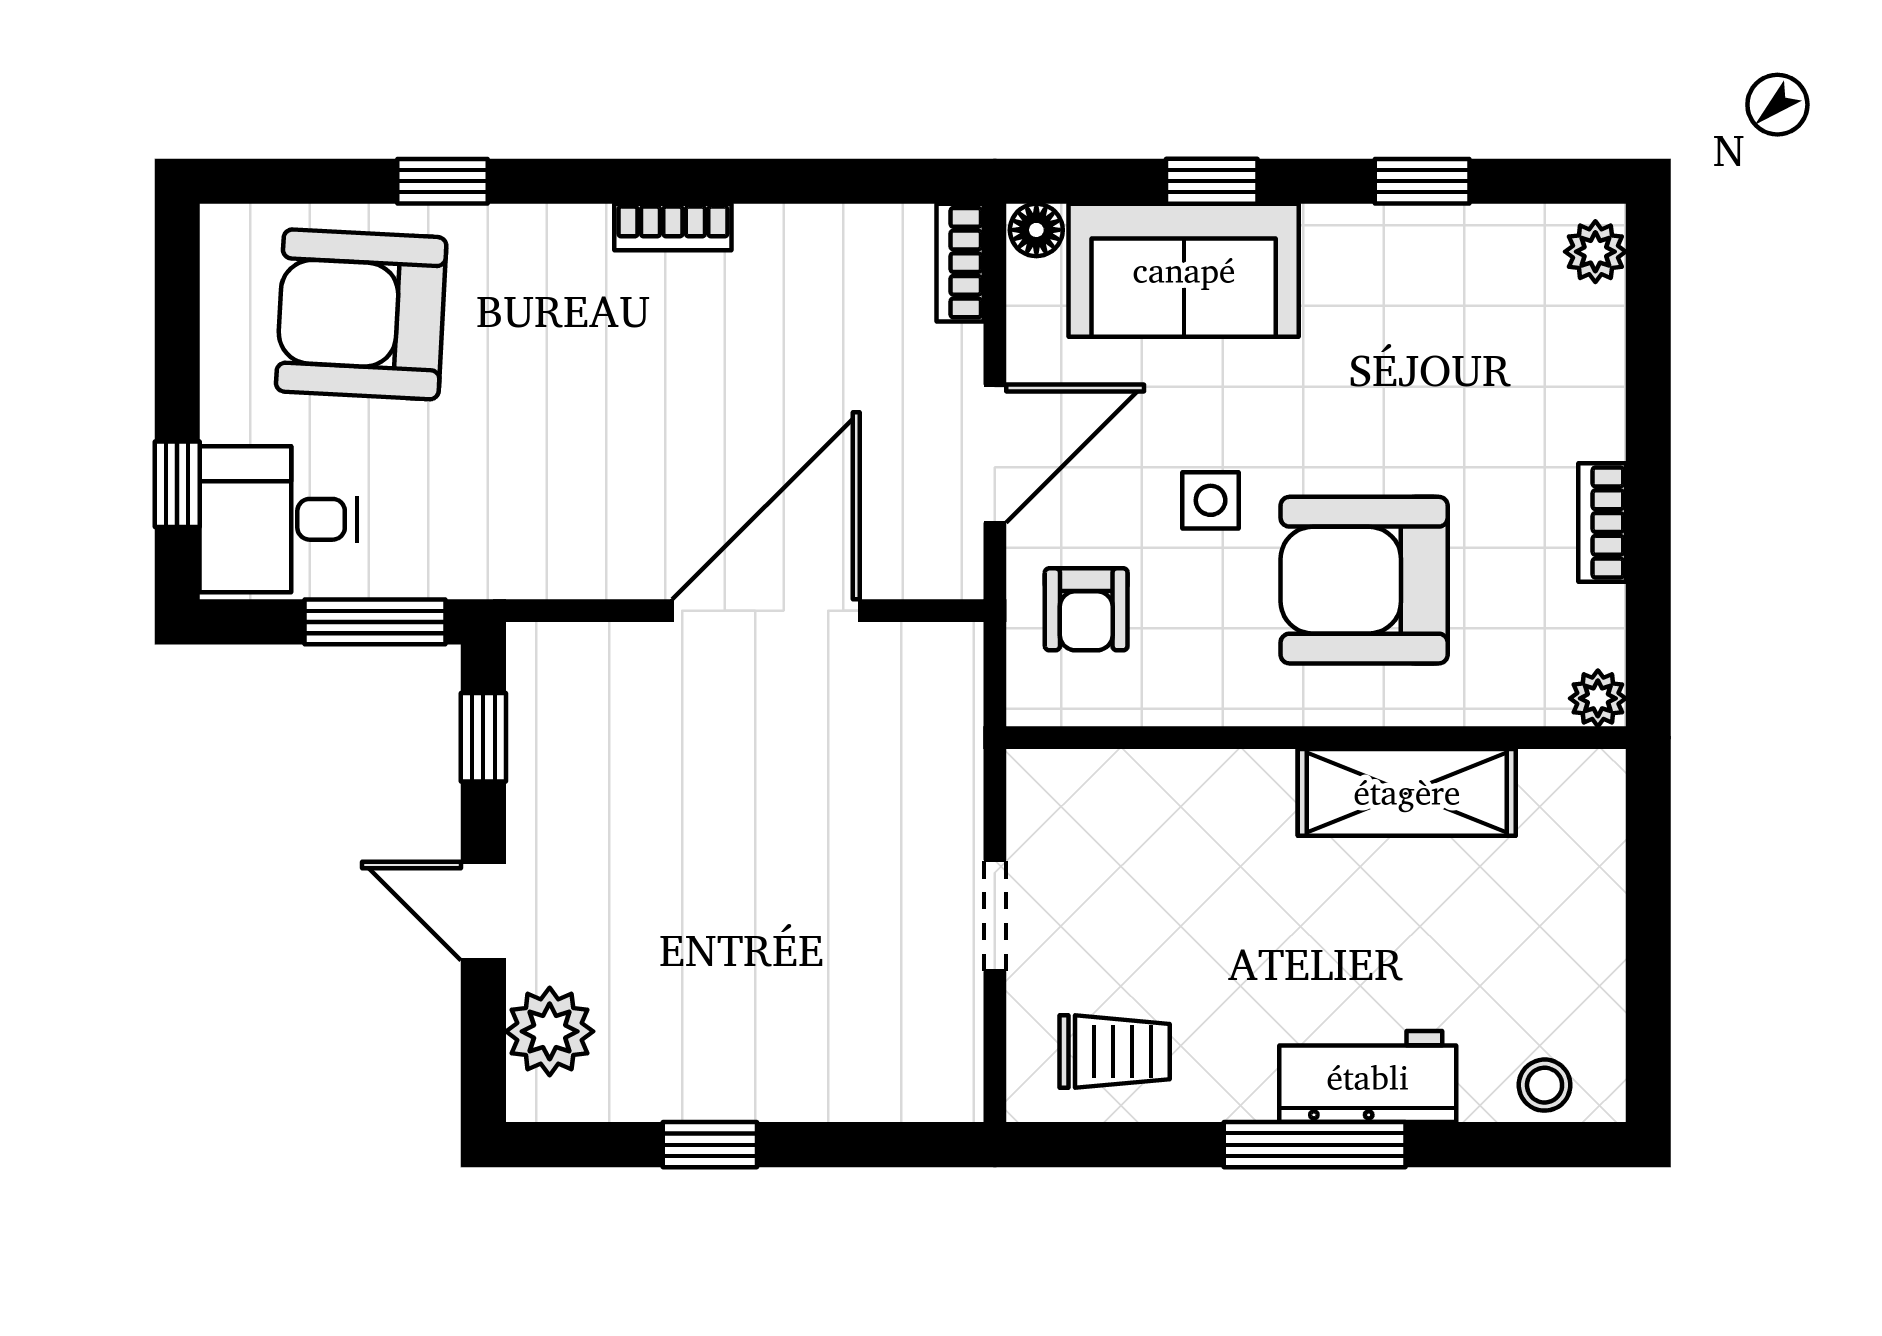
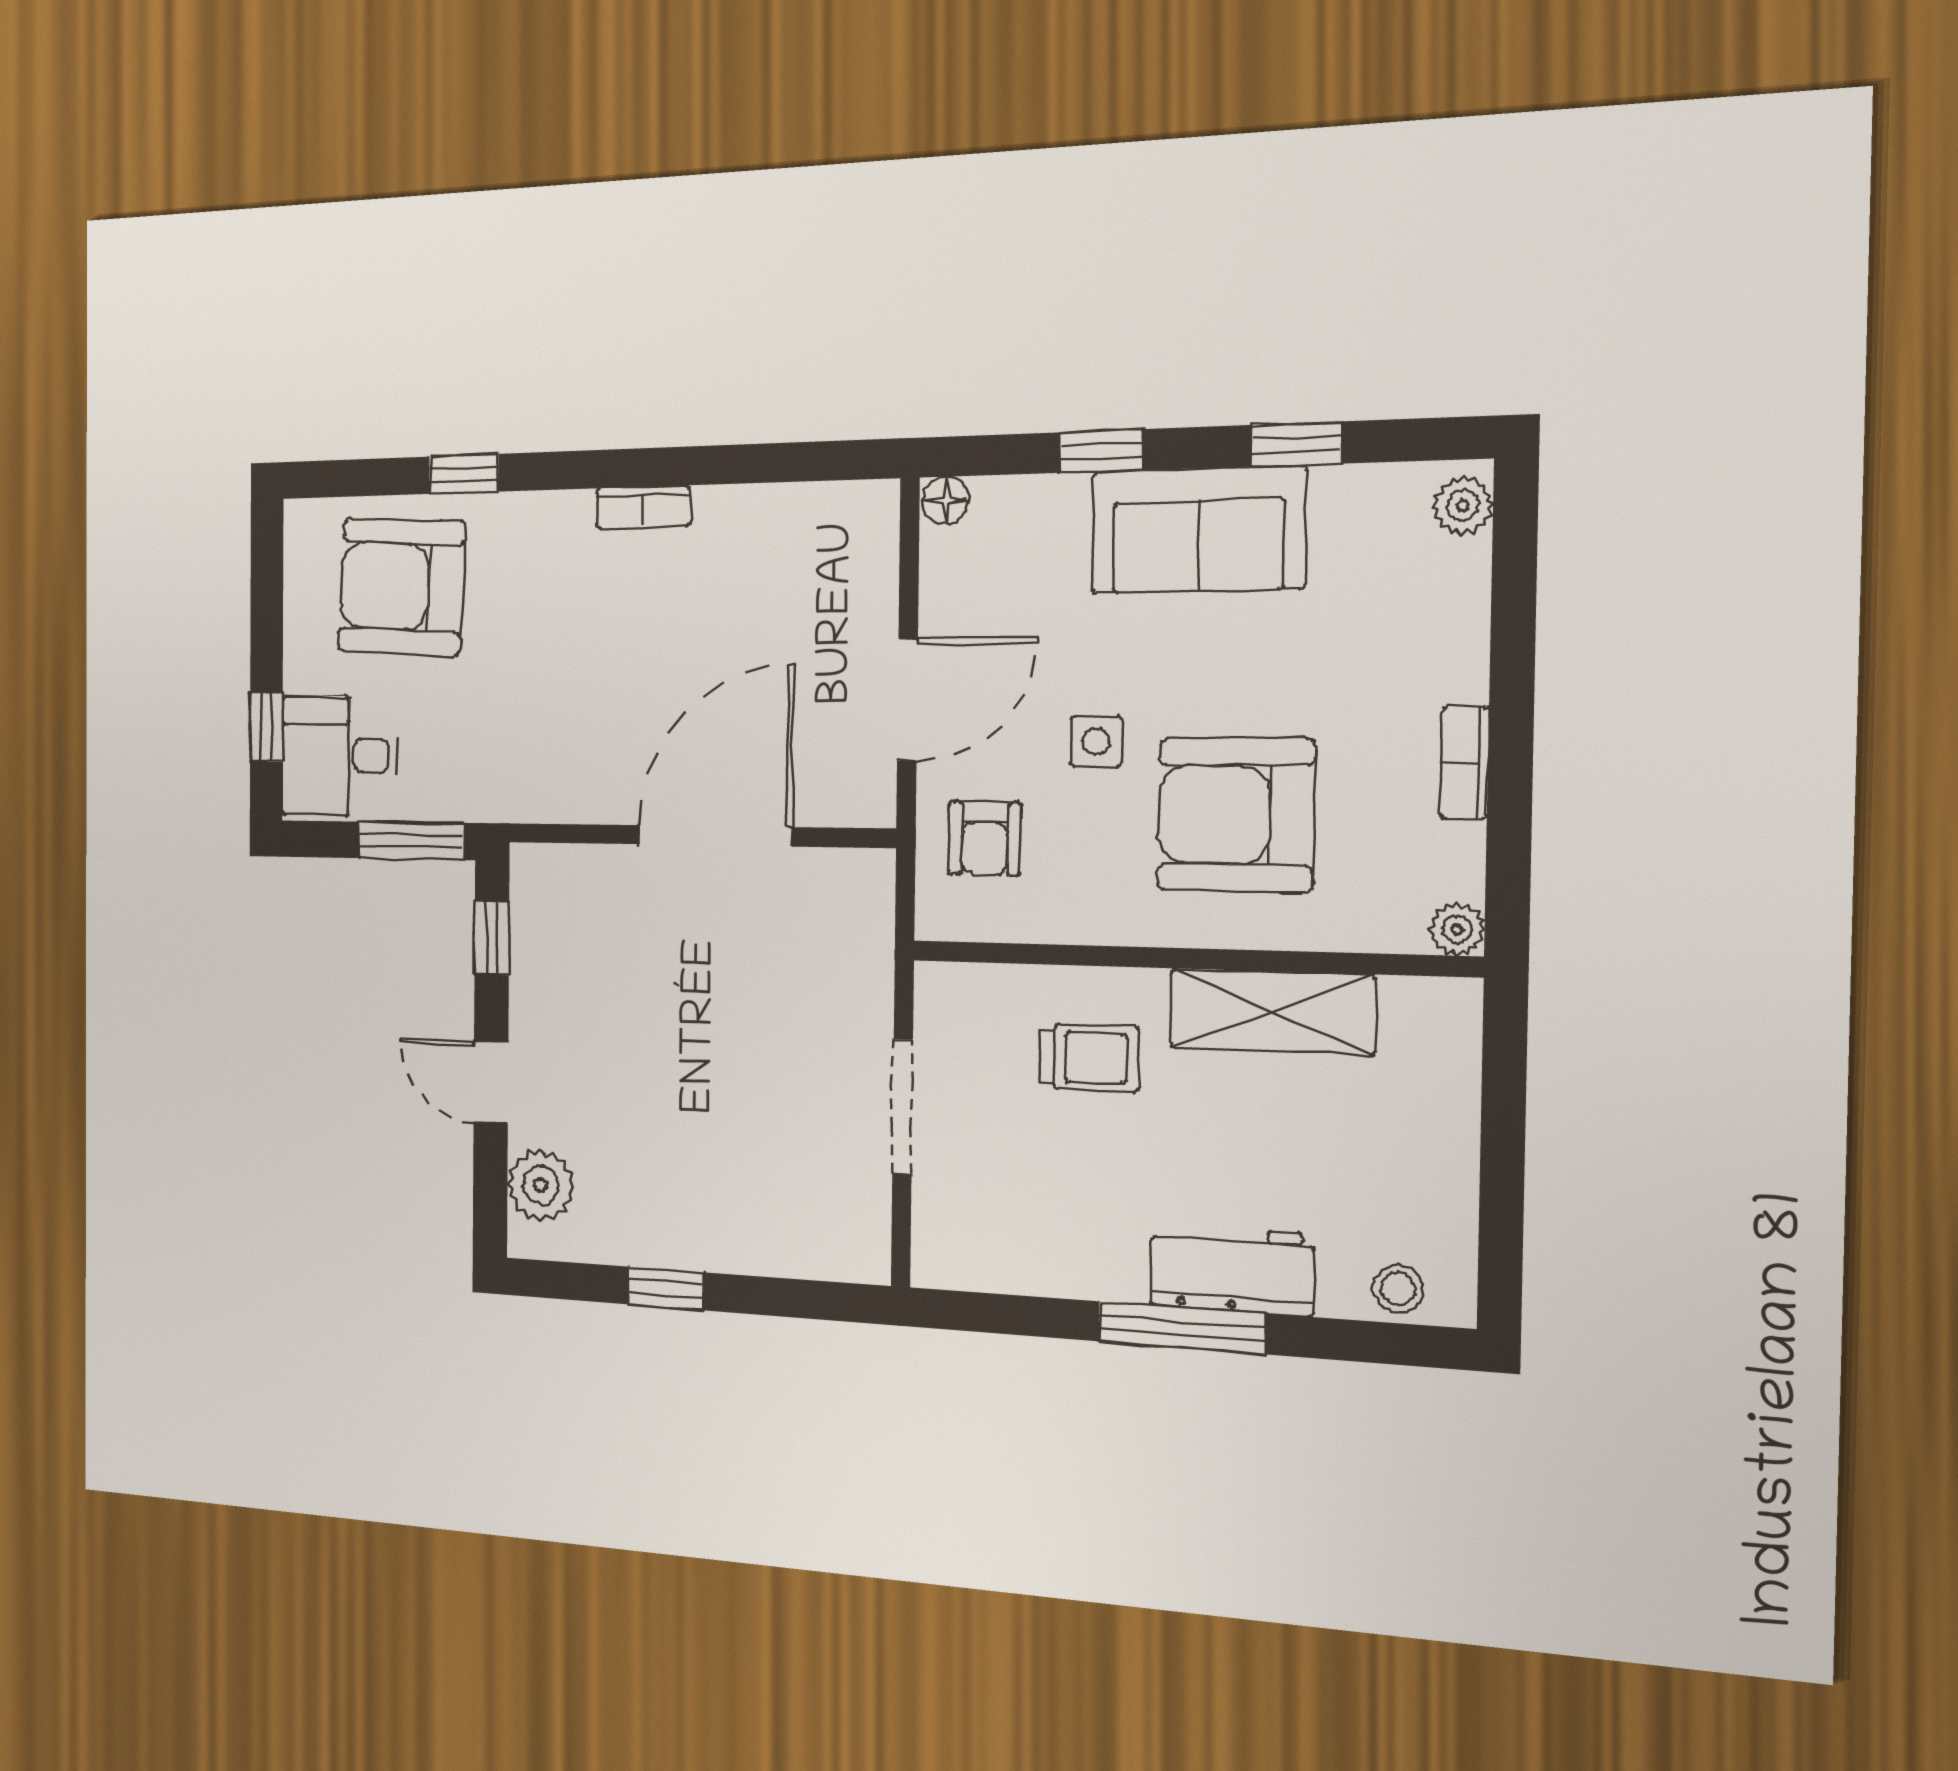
bookcase: (960, 263) -> (880, 531), removed
sofa: (1184, 270) -> (1198, 530), moved
doorway: (995, 916) -> (903, 1106), width x1.38
trolley: (1115, 1052) -> (1089, 1058), moved

